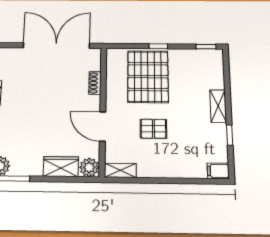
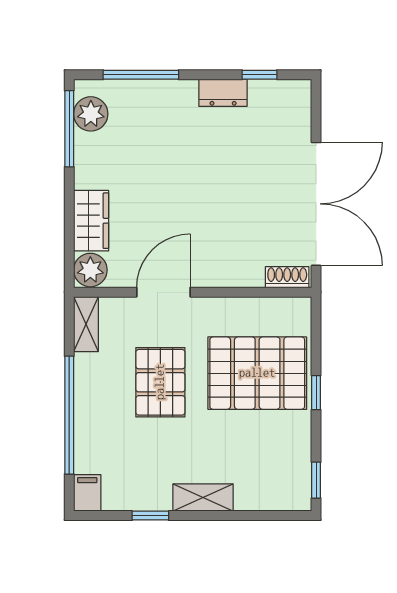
shoe rack: (95, 83) -> (287, 277), moved
pallet: (153, 129) -> (160, 382), width x1.50, depth x1.42
window: (173, 181) -> (69, 415), added

